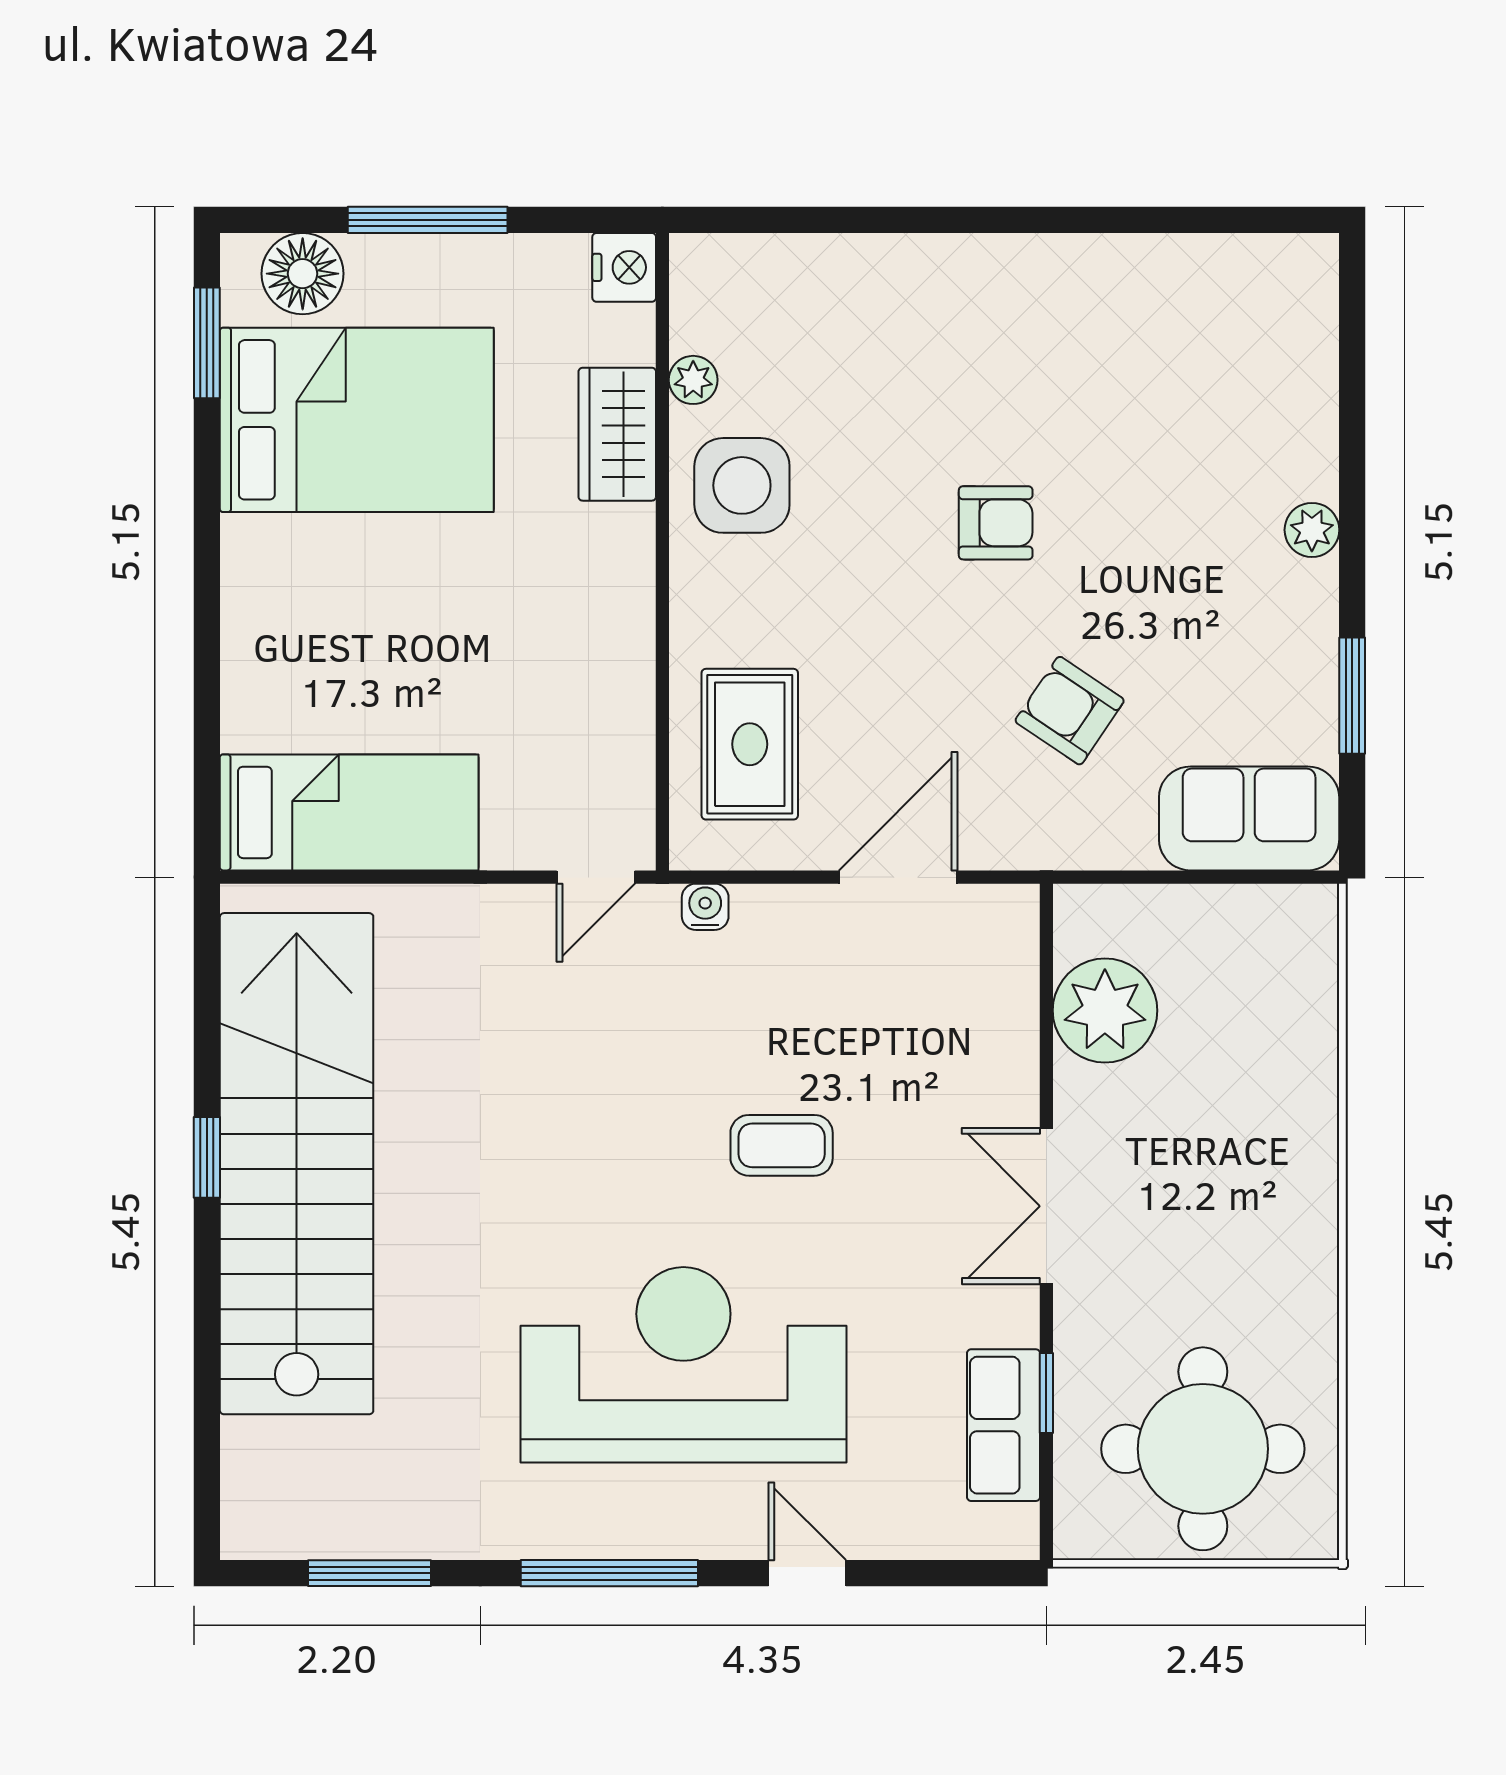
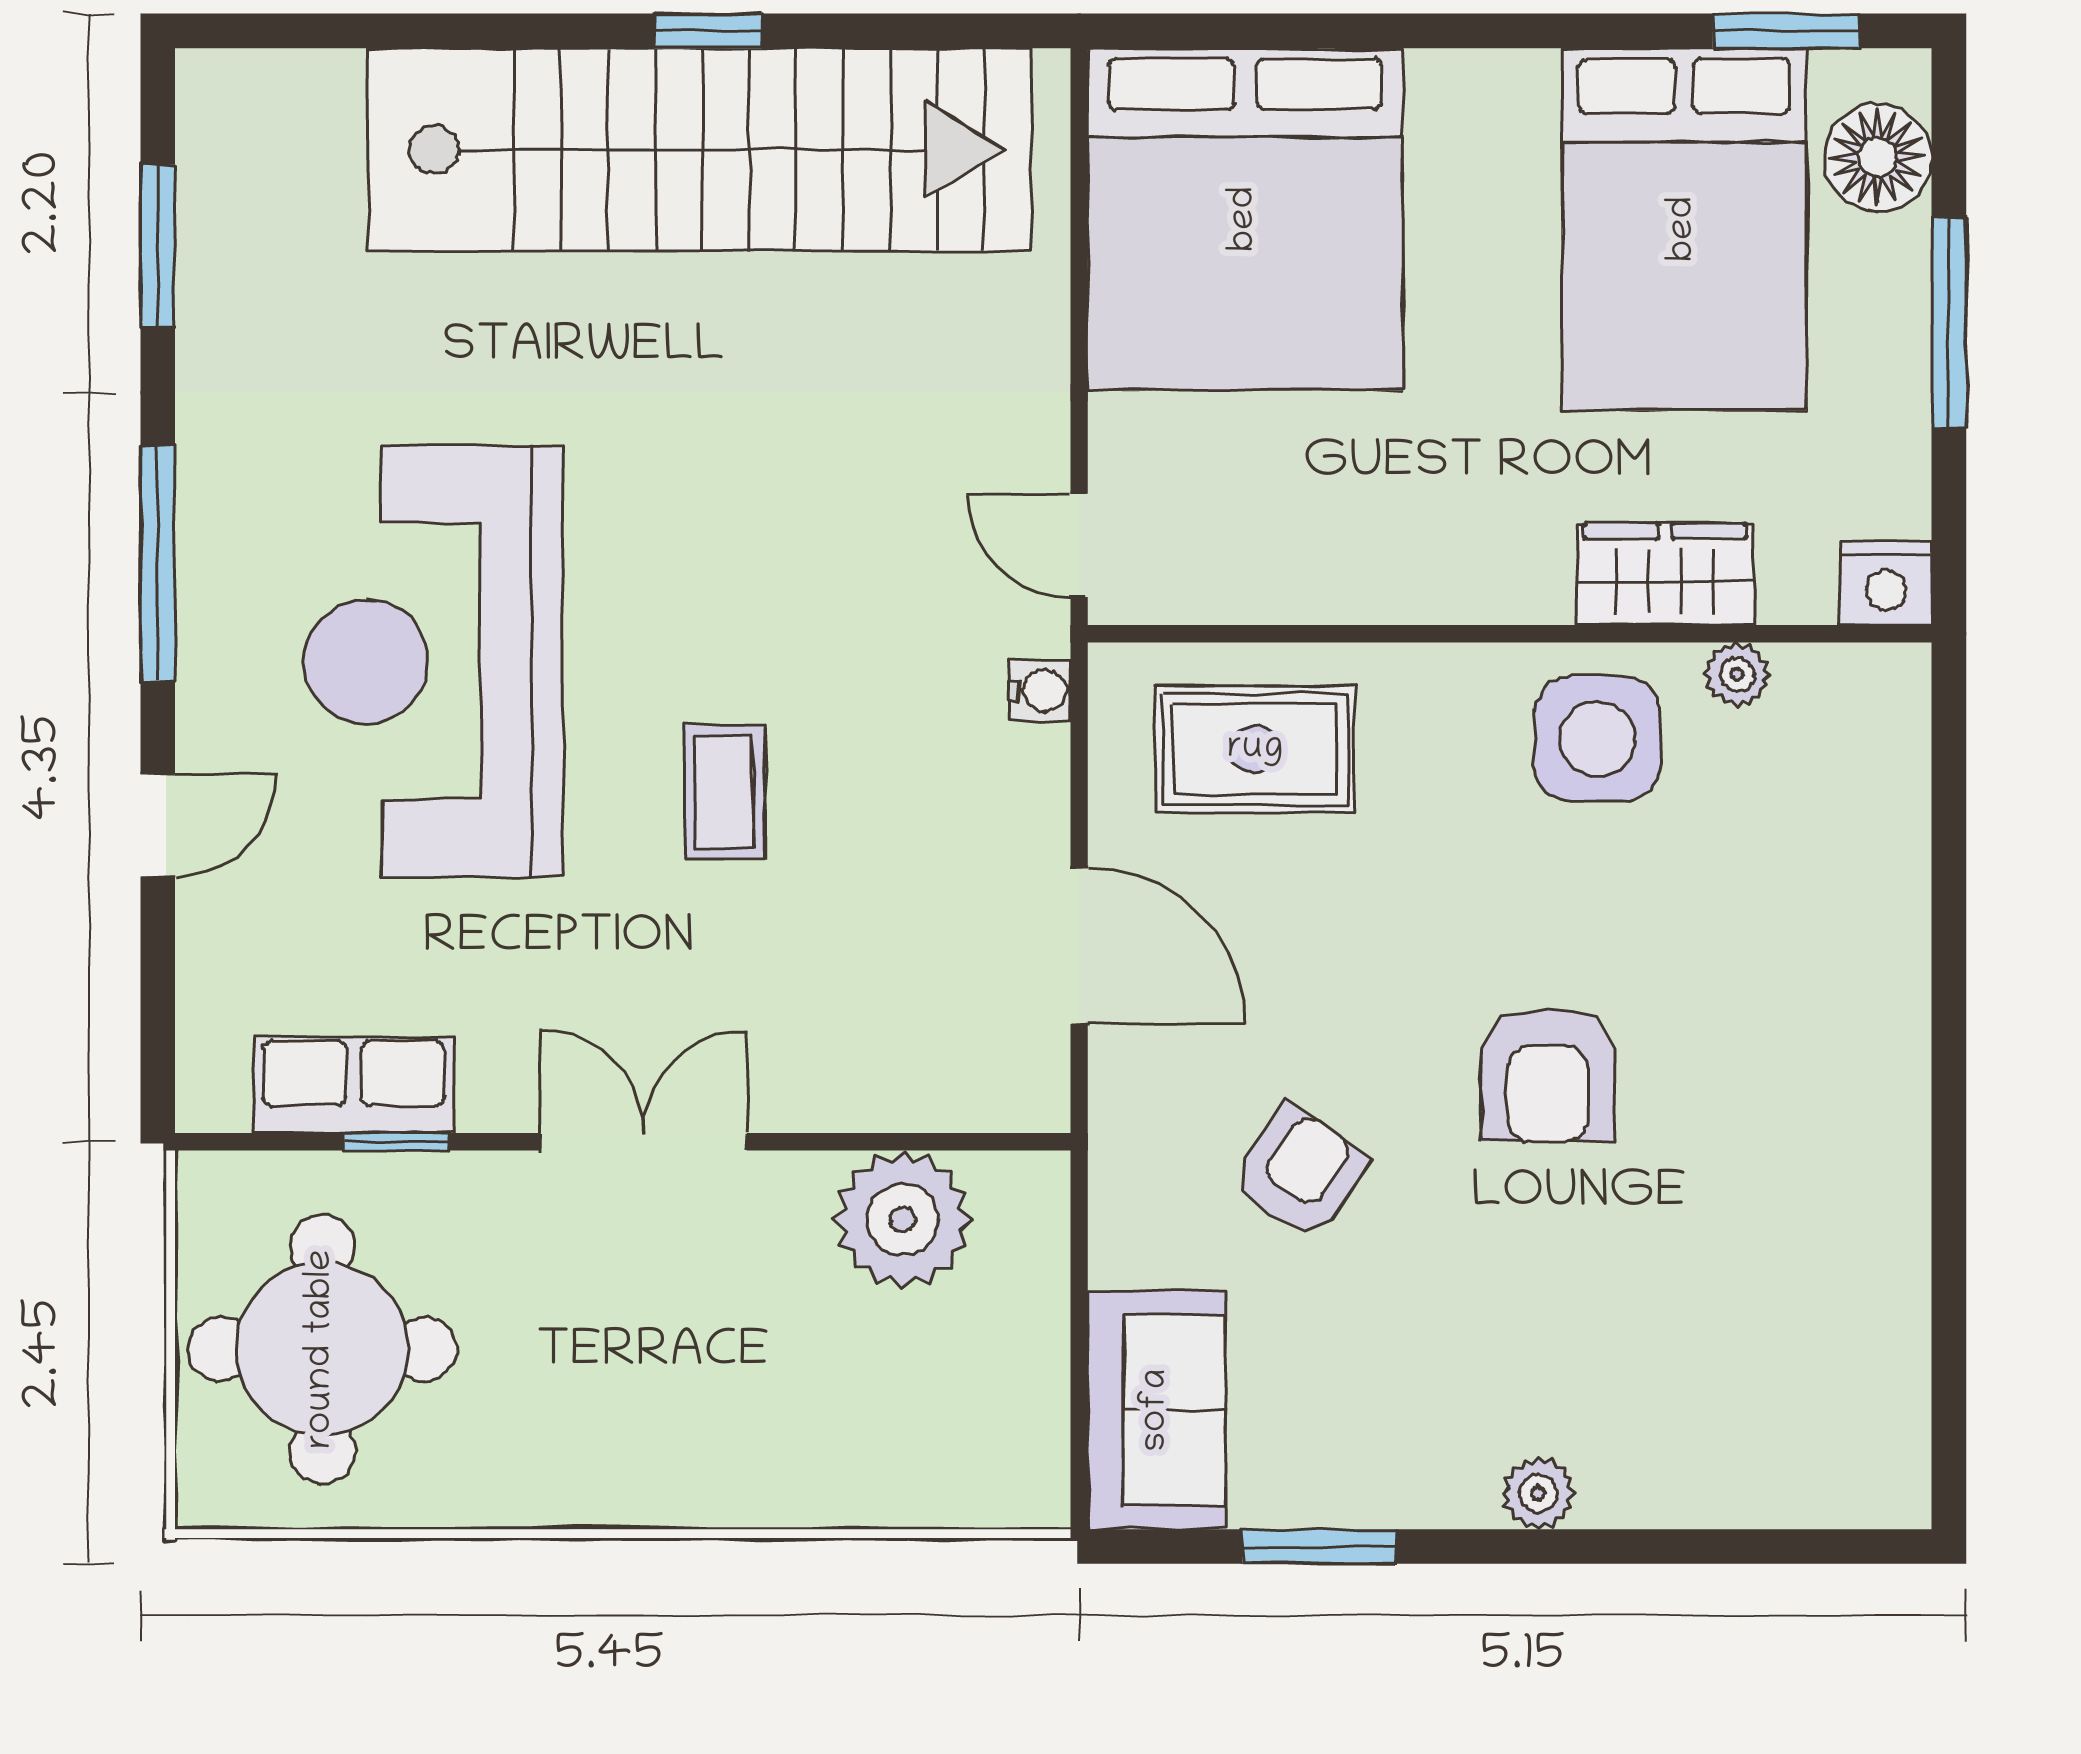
armchair: (996, 523) -> (1548, 1075), width x1.38, depth x1.38
bed: (349, 812) -> (1245, 219), width x2.04
reception desk: (683, 1365) -> (434, 661), turned 180

